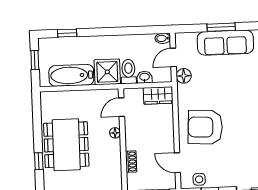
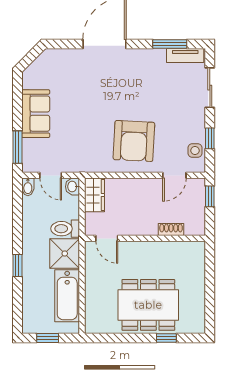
window: (221, 27) -> (17, 147), moved
window: (67, 33) -> (17, 265), moved
sofa: (225, 43) -> (36, 114), width x0.73
floor lamp: (184, 76) -> (73, 164), removed
washbasin: (145, 77) -> (73, 187), moved
floor lamp: (115, 133) -> (137, 247), removed

